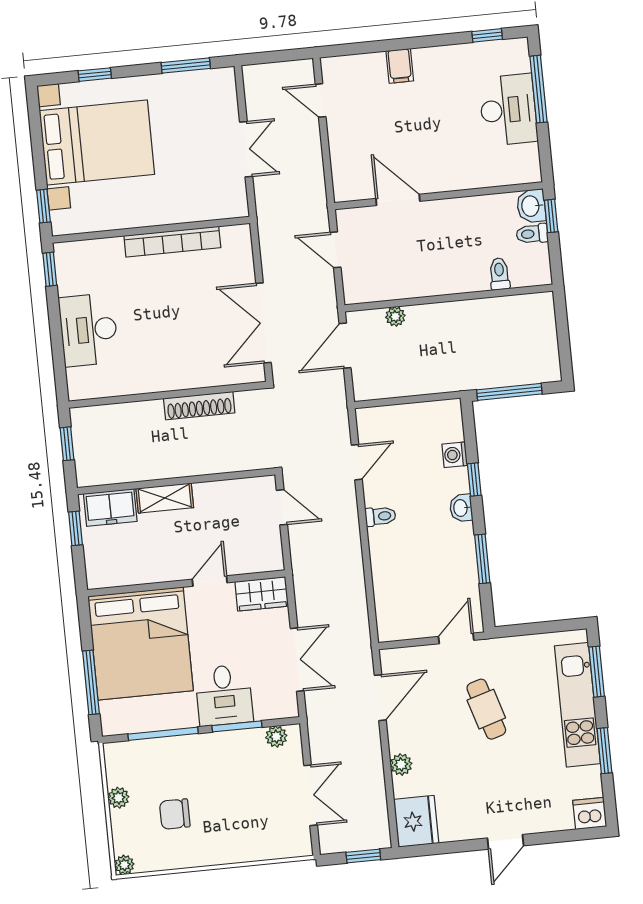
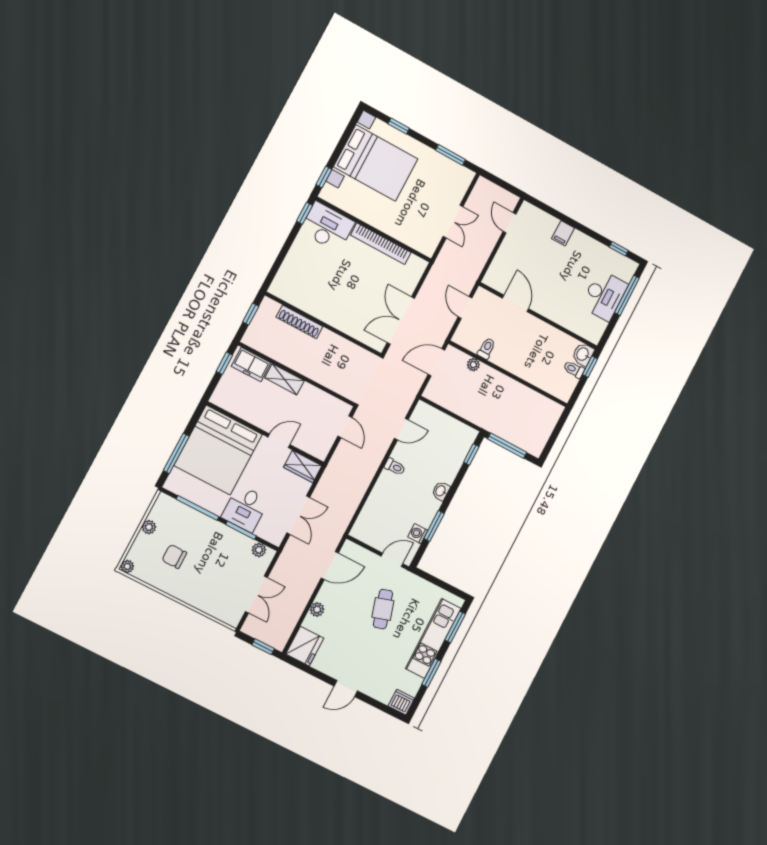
toilet: (499, 274) -> (486, 348), moved
desk: (89, 330) -> (327, 227), moved, turned 90
shoe rack: (199, 406) -> (300, 322), moved
washing machine: (455, 455) -> (418, 534), moved
window: (474, 480) -> (471, 454), moved

